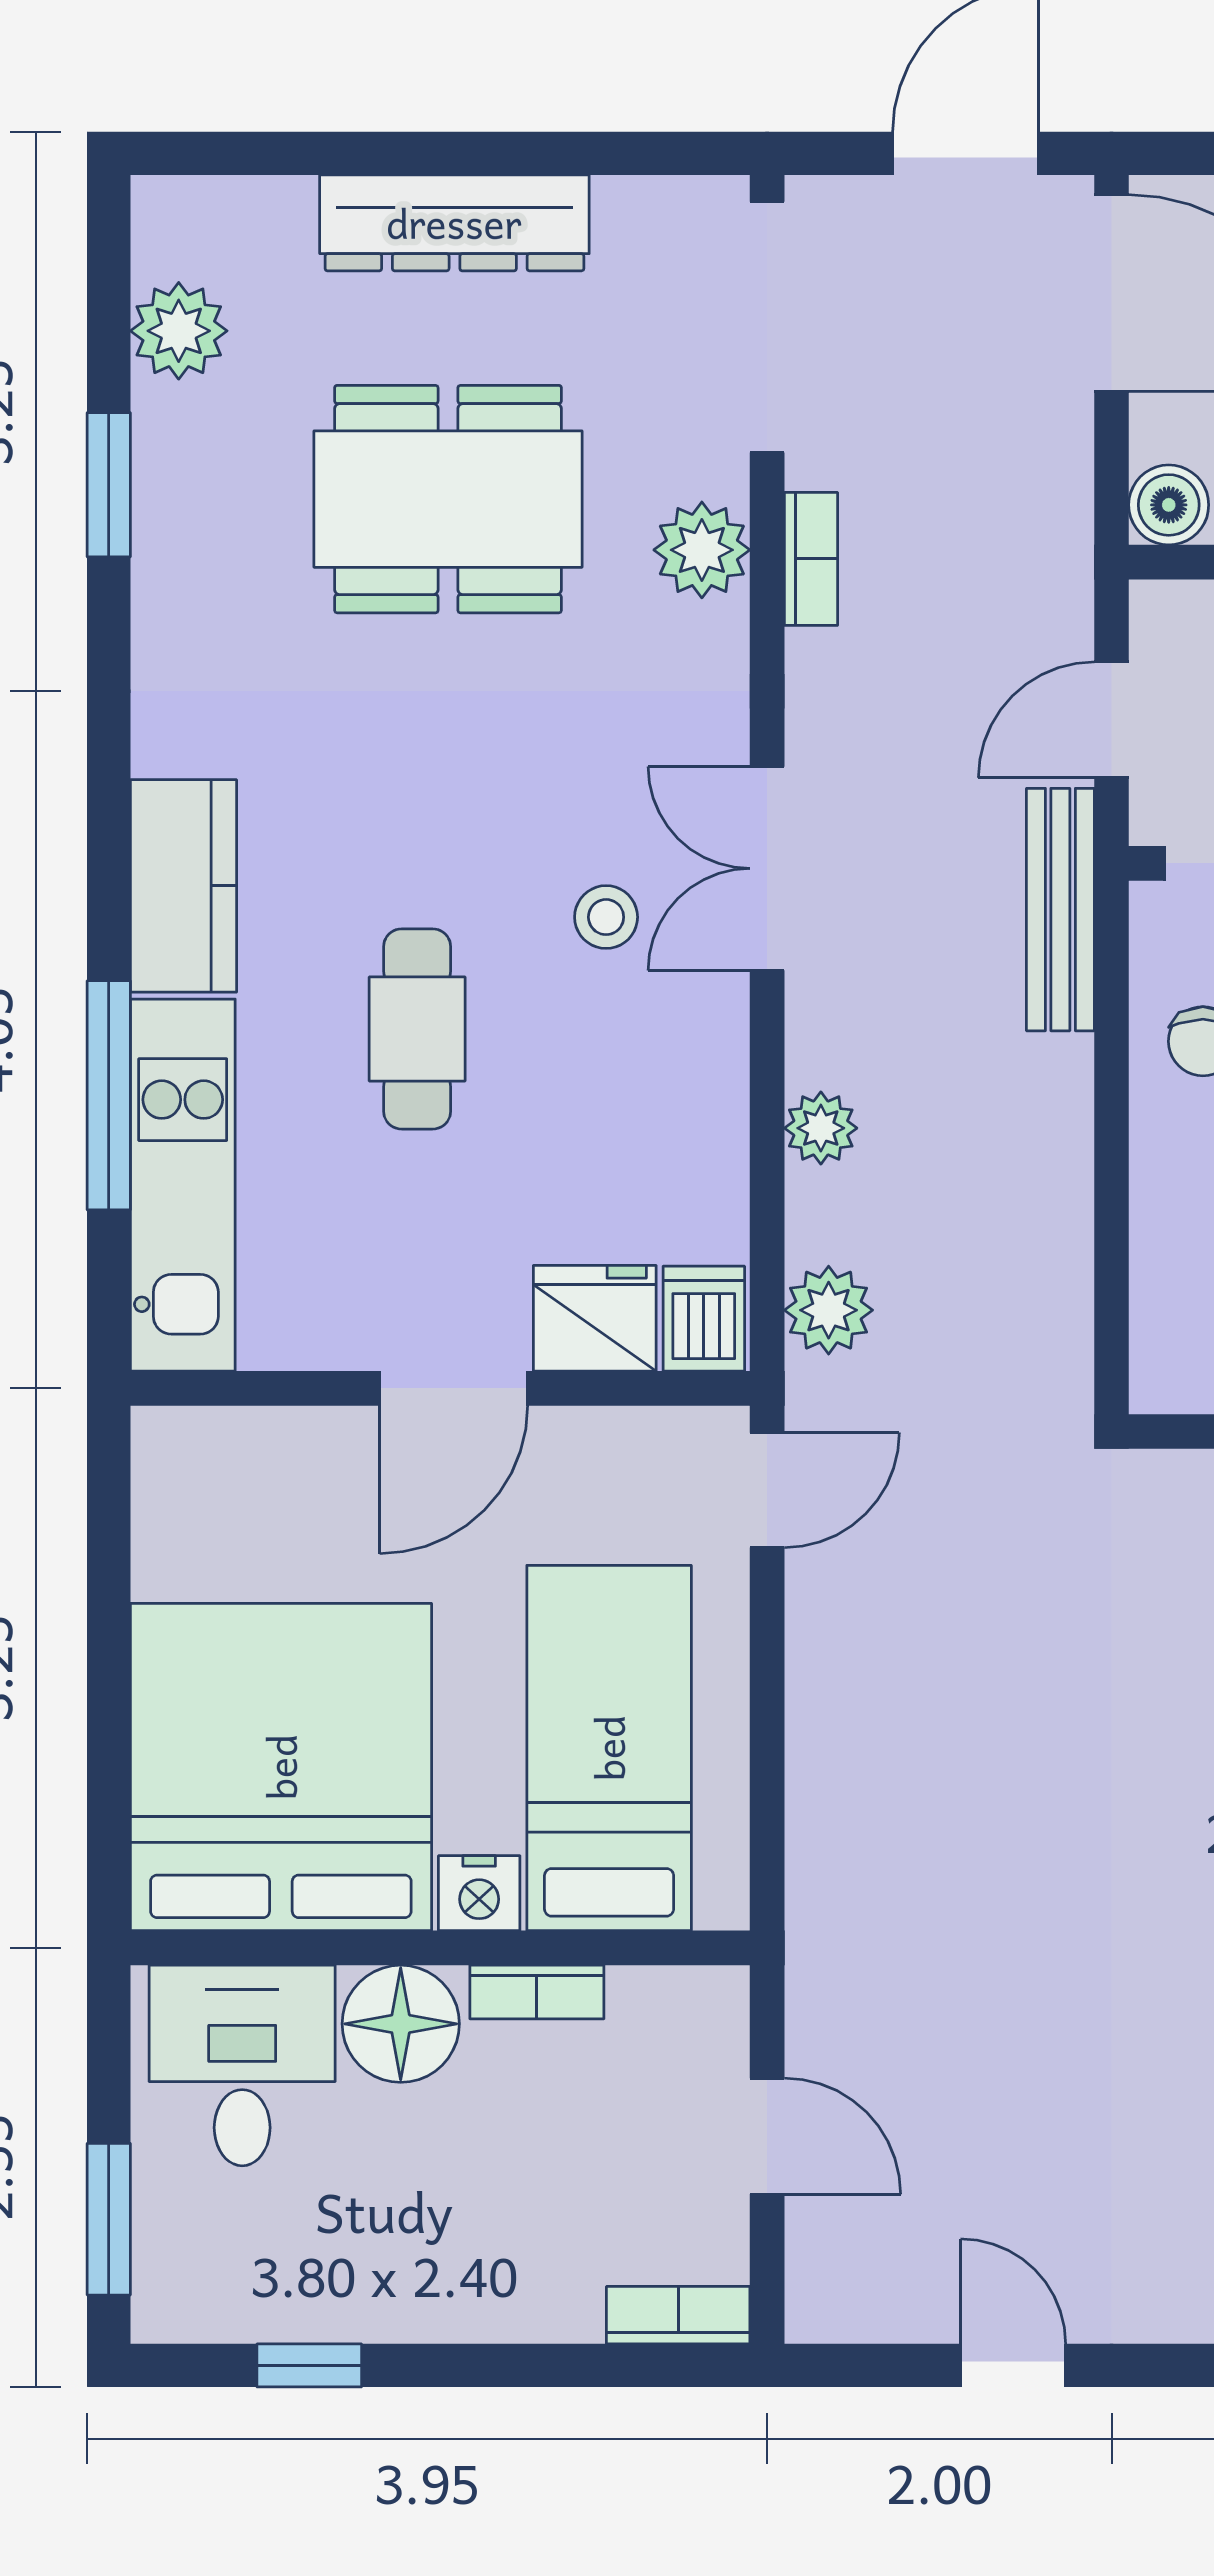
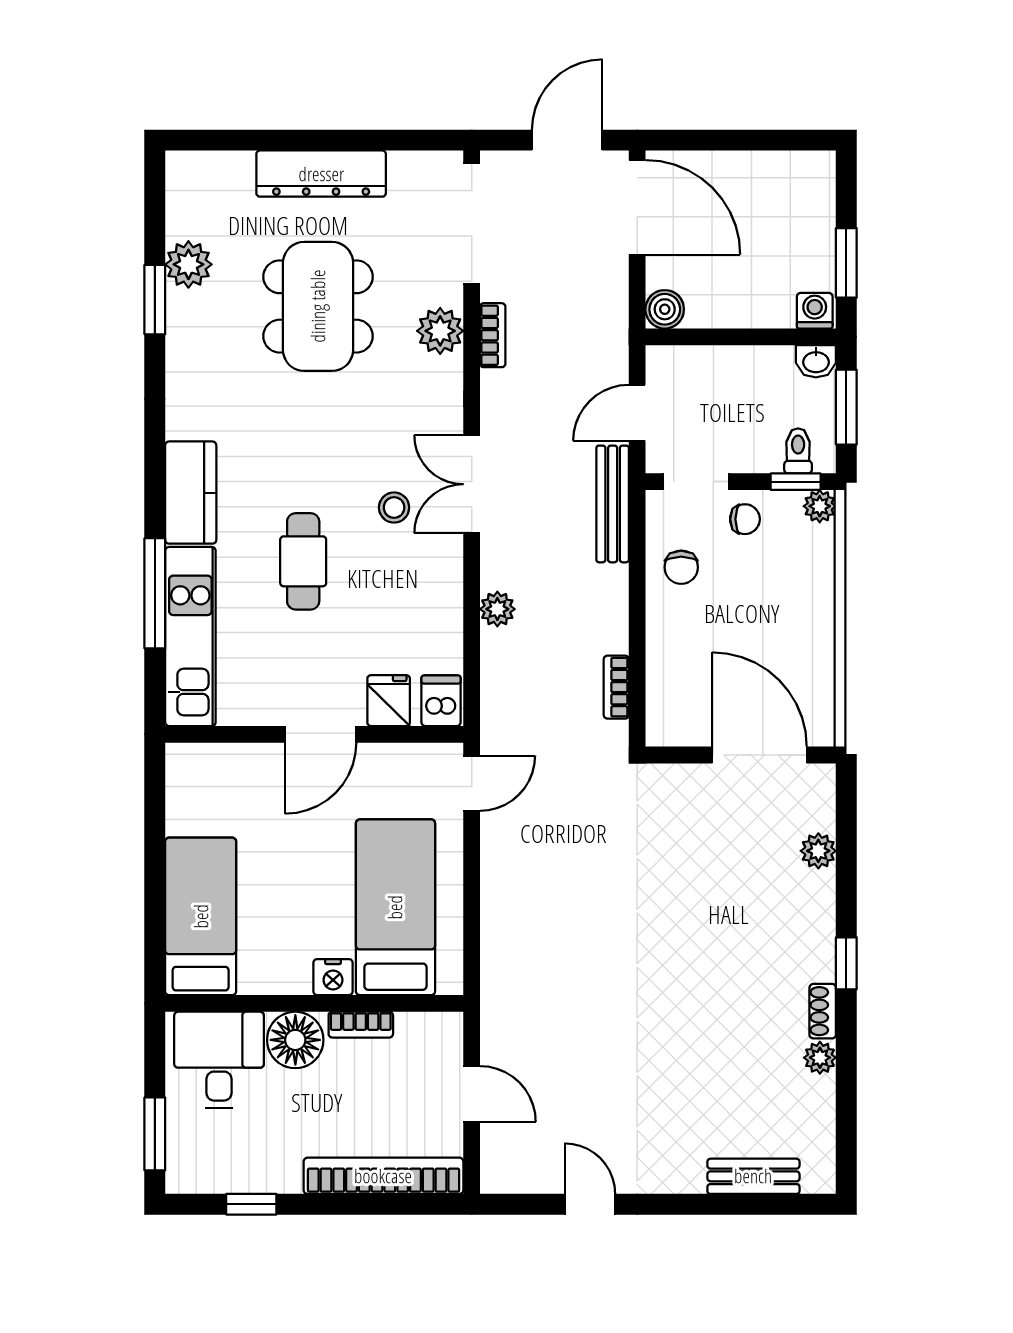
plant: (179, 331) -> (188, 264), moved
dining table: (448, 499) -> (318, 306), turned 90
bookcase: (1068, 1290) -> (616, 687), added
plant: (829, 1310) -> (501, 697), removed
fridge: (595, 1318) -> (389, 701), width x0.72
bed: (281, 1767) -> (201, 916), width x0.49
bookcase: (678, 2315) -> (383, 1176), width x2.31, depth x1.31

